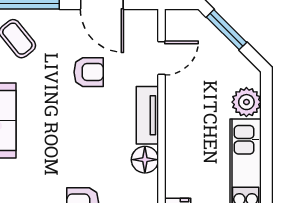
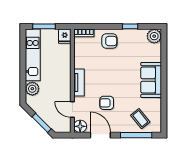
door: (162, 58) -> (72, 109), hinge flipped
floor lamp: (145, 160) -> (80, 126), moved

